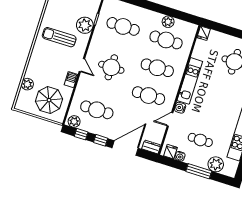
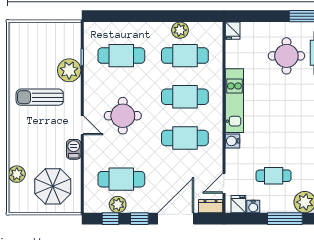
door: (170, 119) -> (224, 183), moved
plant: (74, 121) -> (118, 205), moved

